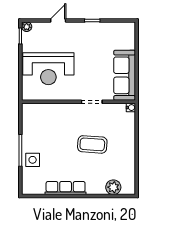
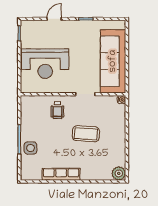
plant: (27, 27) -> (25, 25), removed
sofa: (125, 75) -> (113, 61), width x1.36, depth x1.27
wheelchair: (62, 119) -> (57, 110), added
plant: (113, 187) -> (119, 173), moved

